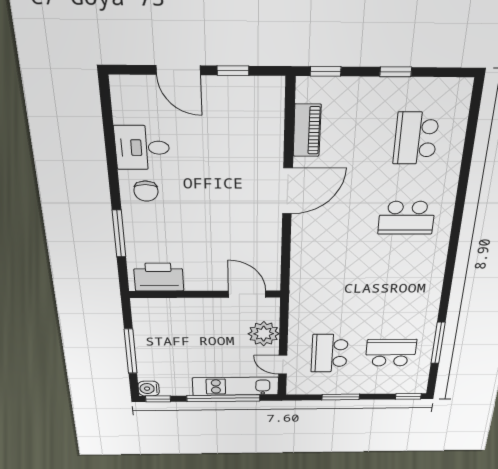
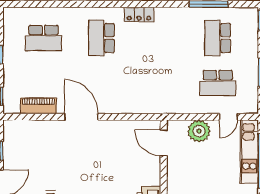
school desk: (407, 218) -> (102, 38), turned 180
locker: (435, 264) -> (139, 14), added
door: (247, 294) -> (164, 143), hinge flipped

